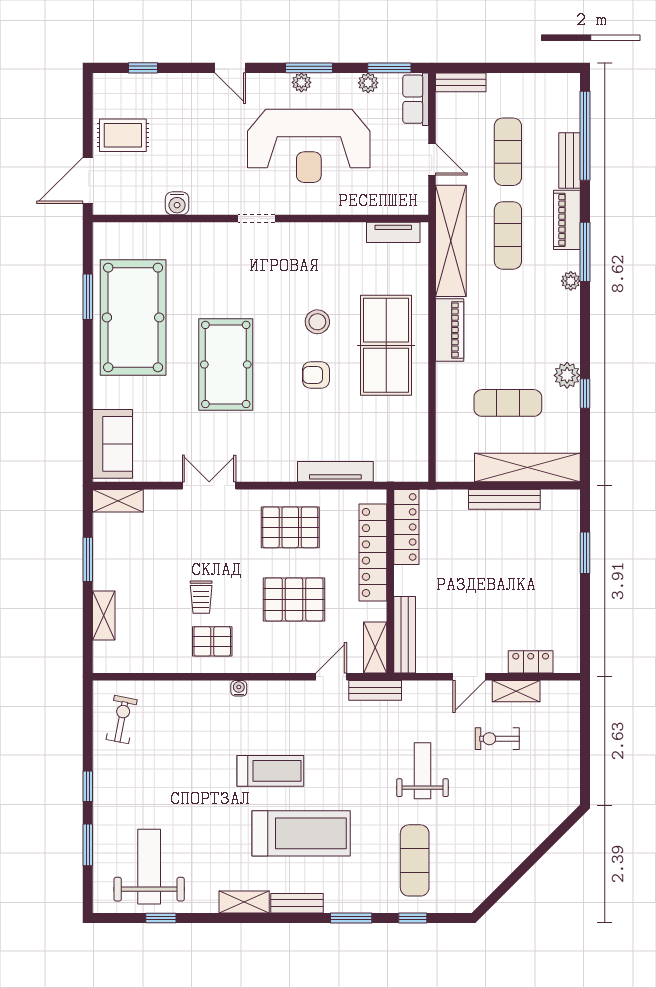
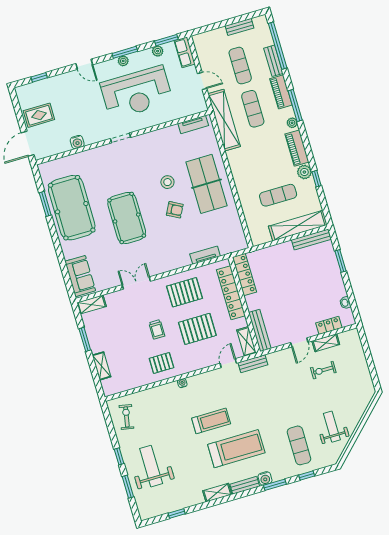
bench: (461, 82) -> (240, 27), moved
piano: (450, 330) -> (297, 148), moved, turned 180
armchair: (316, 375) -> (175, 210), turned -152
tv unit: (335, 472) -> (205, 255), width x0.71
bench: (504, 499) -> (311, 240), moved
trolley: (201, 597) -> (157, 329), moved
washbasin: (572, 630) -> (345, 303), added
weight bench: (422, 771) -> (332, 427), moved
weight bench: (149, 867) -> (151, 466), moved
water cooler: (337, 902) -> (265, 478), added

